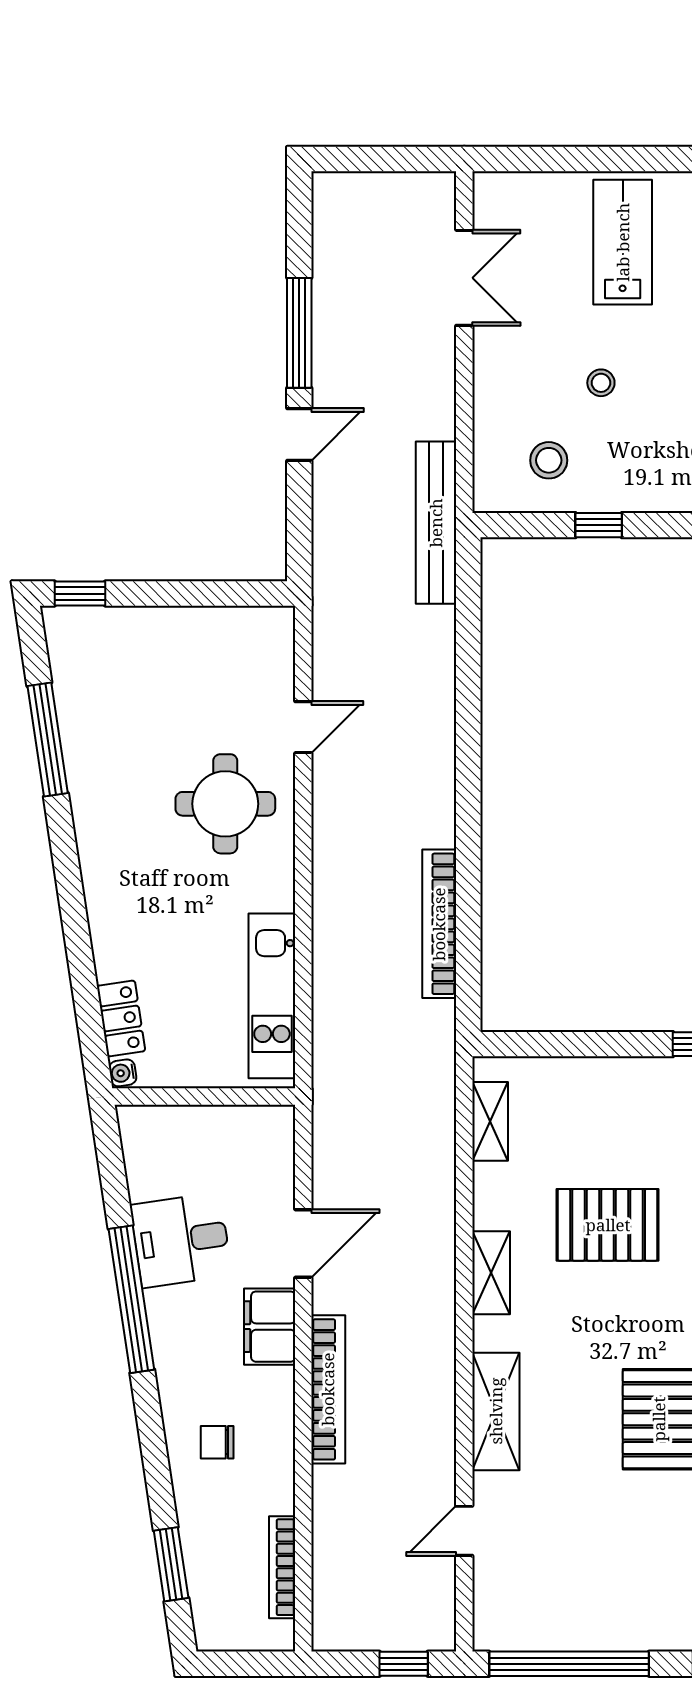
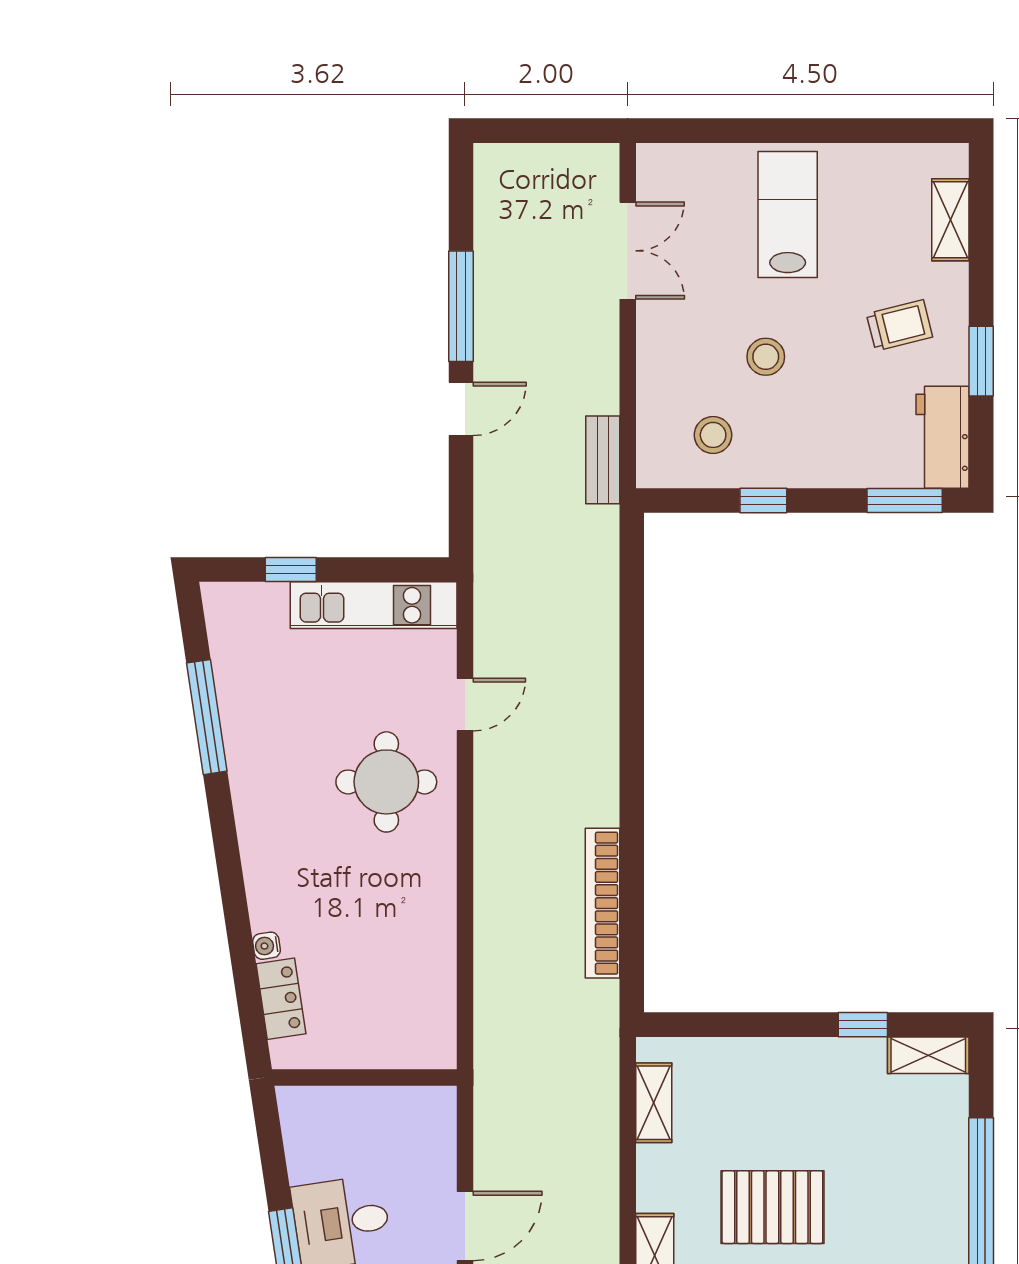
stool: (601, 383) -> (766, 357), width x1.37, depth x1.37
bench: (436, 523) -> (603, 460), width x0.54, depth x0.82
window: (80, 594) -> (291, 570), moved
kitchen unit: (272, 996) -> (374, 605), moved, turned -90
water cooler: (123, 1073) -> (267, 946), moved

